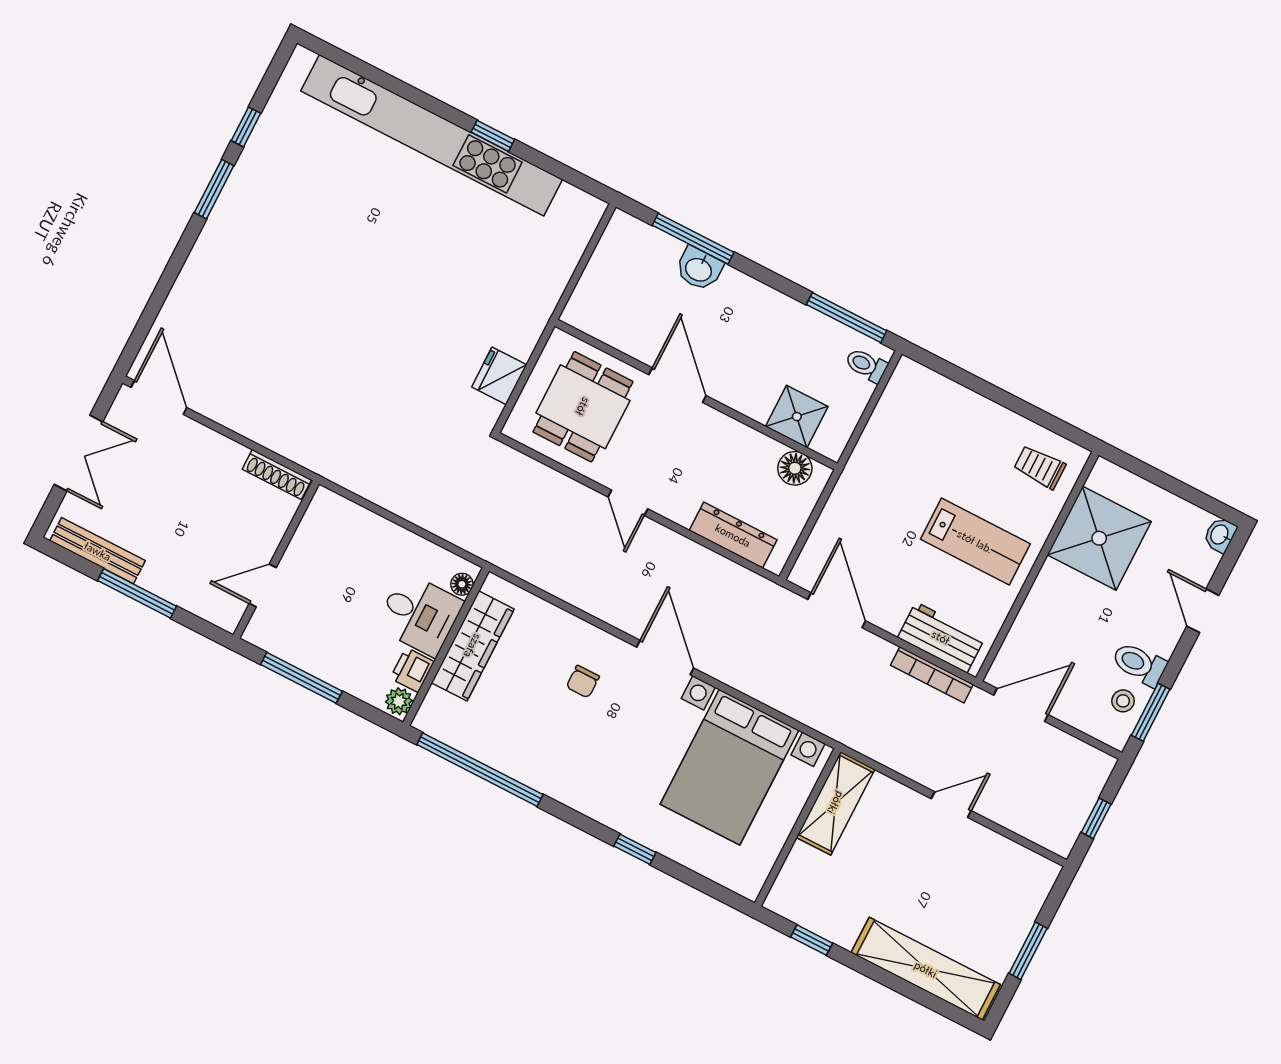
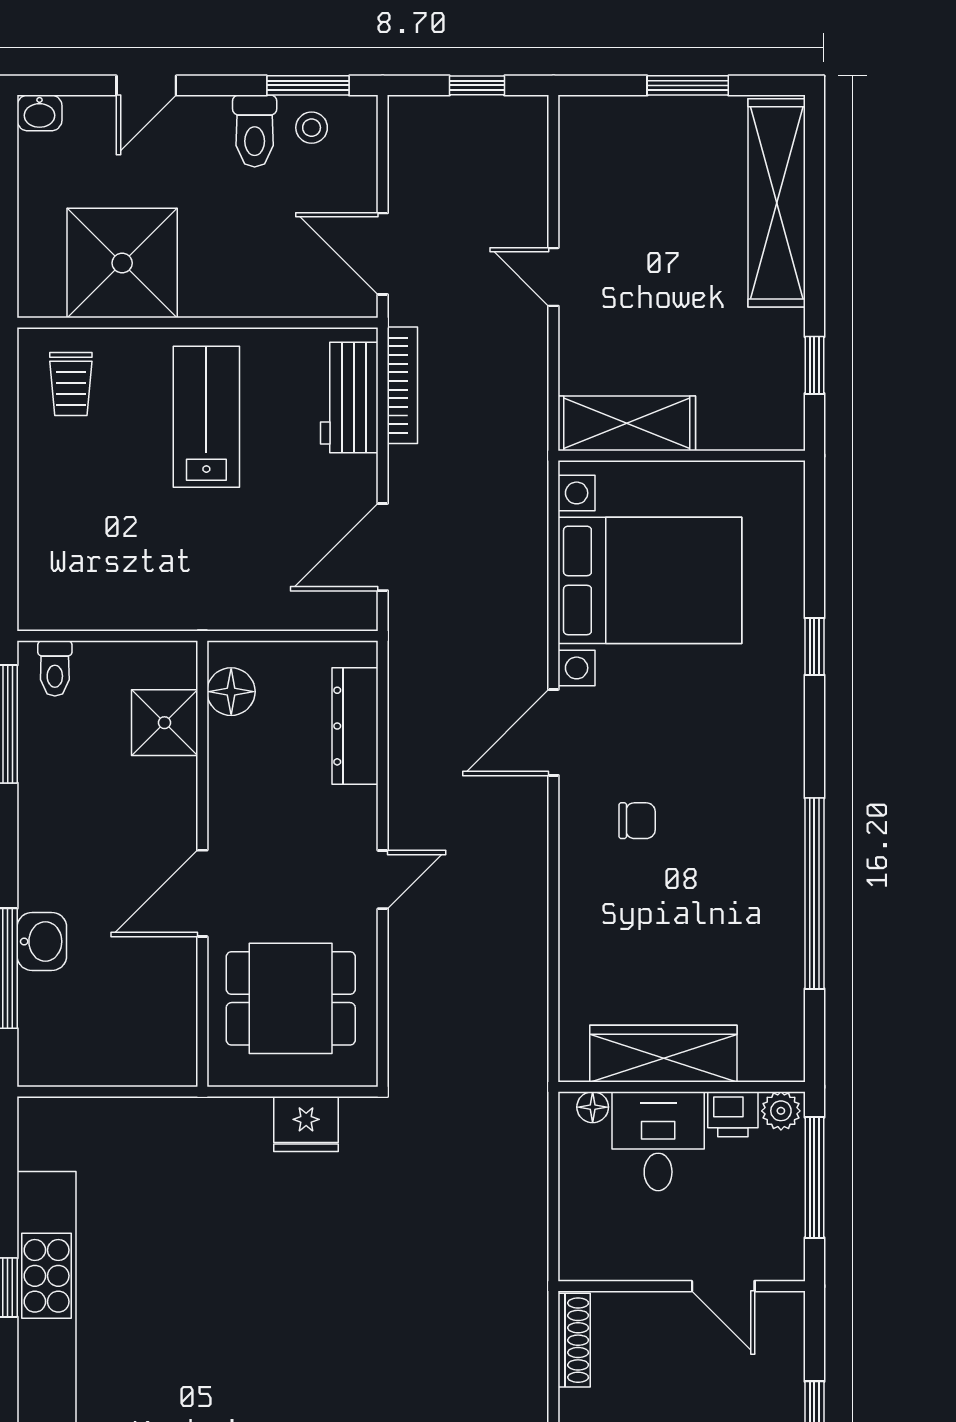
floor lamp: (462, 584) -> (593, 1107), moved
desk: (419, 614) -> (658, 1141), moved
wardrobe: (473, 646) -> (663, 1054), moved
wall: (446, 647) -> (682, 1087), moved
printer: (412, 670) -> (733, 1114), moved
plant: (399, 701) -> (781, 1111), moved

